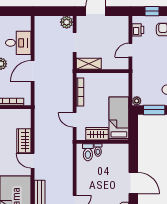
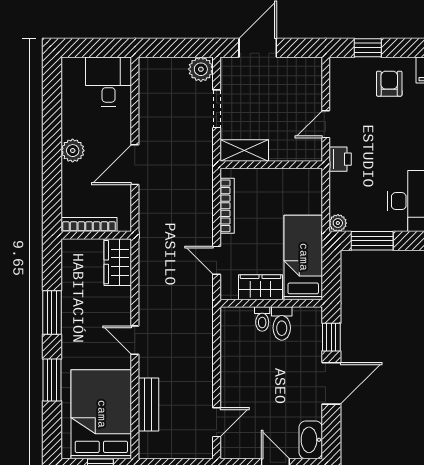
printer: (138, 30) -> (340, 159), moved
desk: (18, 43) -> (109, 82), moved, turned -90
wardrobe: (24, 141) -> (118, 262), moved
toilet: (88, 152) -> (282, 323), moved
window: (133, 159) -> (331, 337), added
door: (133, 183) -> (331, 383), hinge flipped

